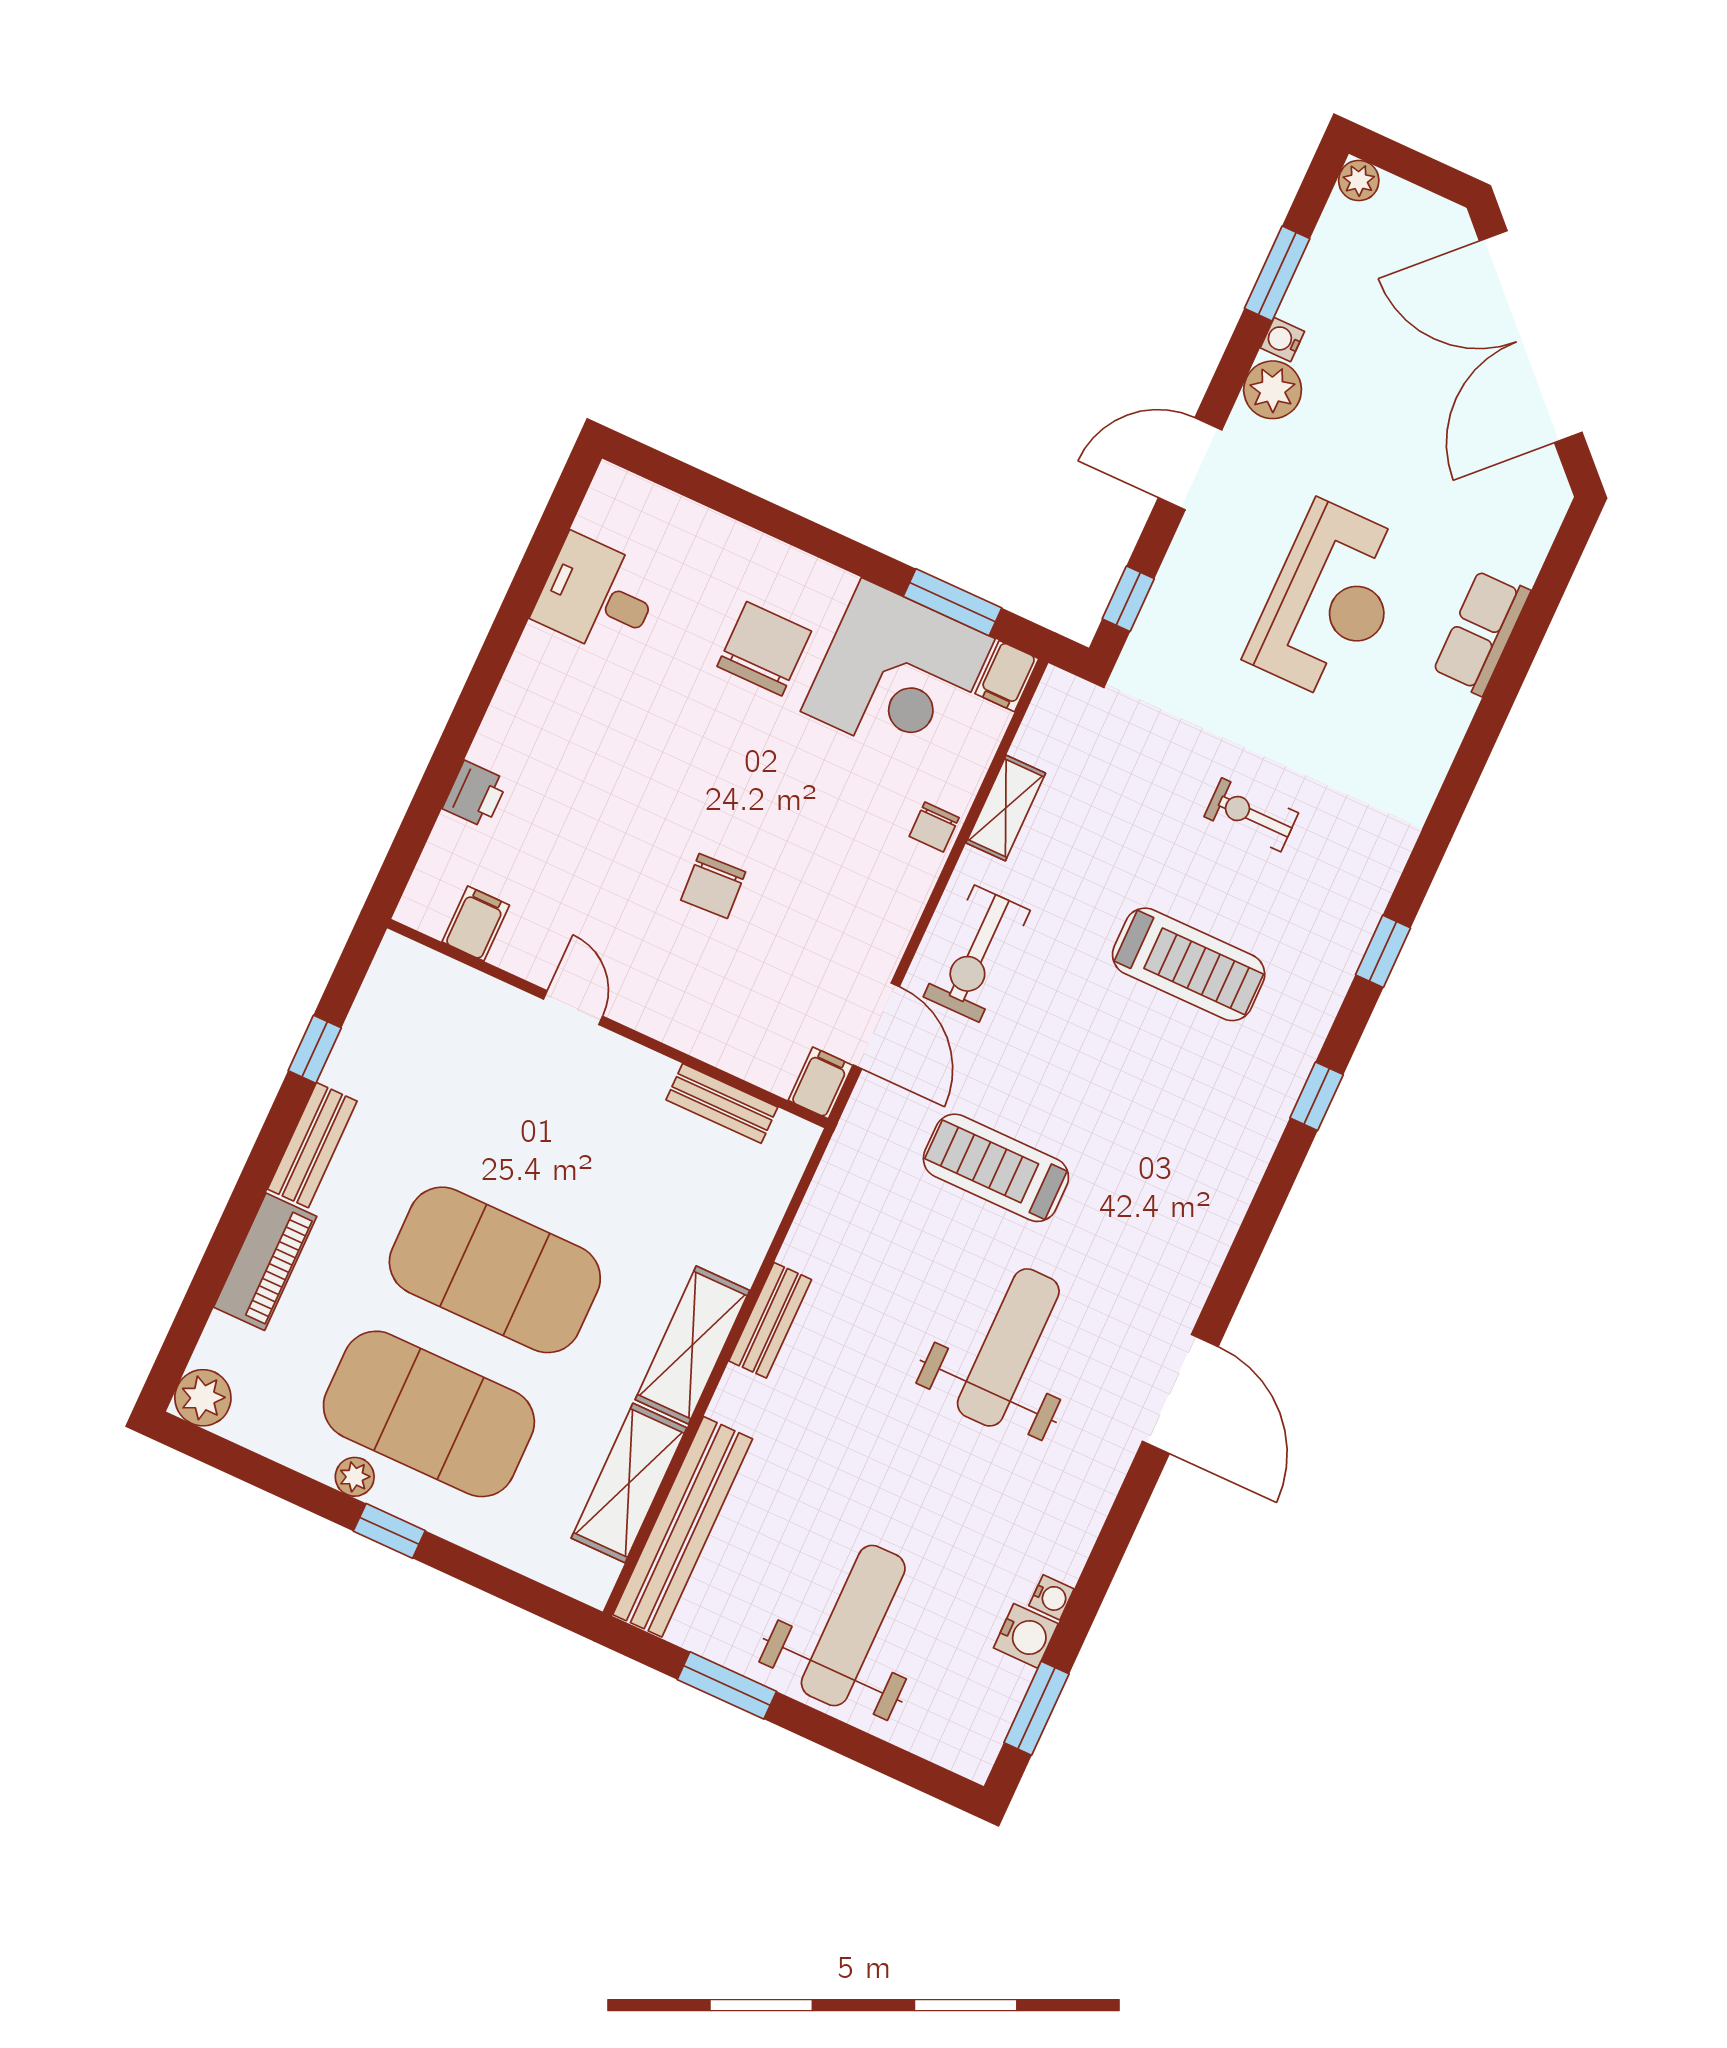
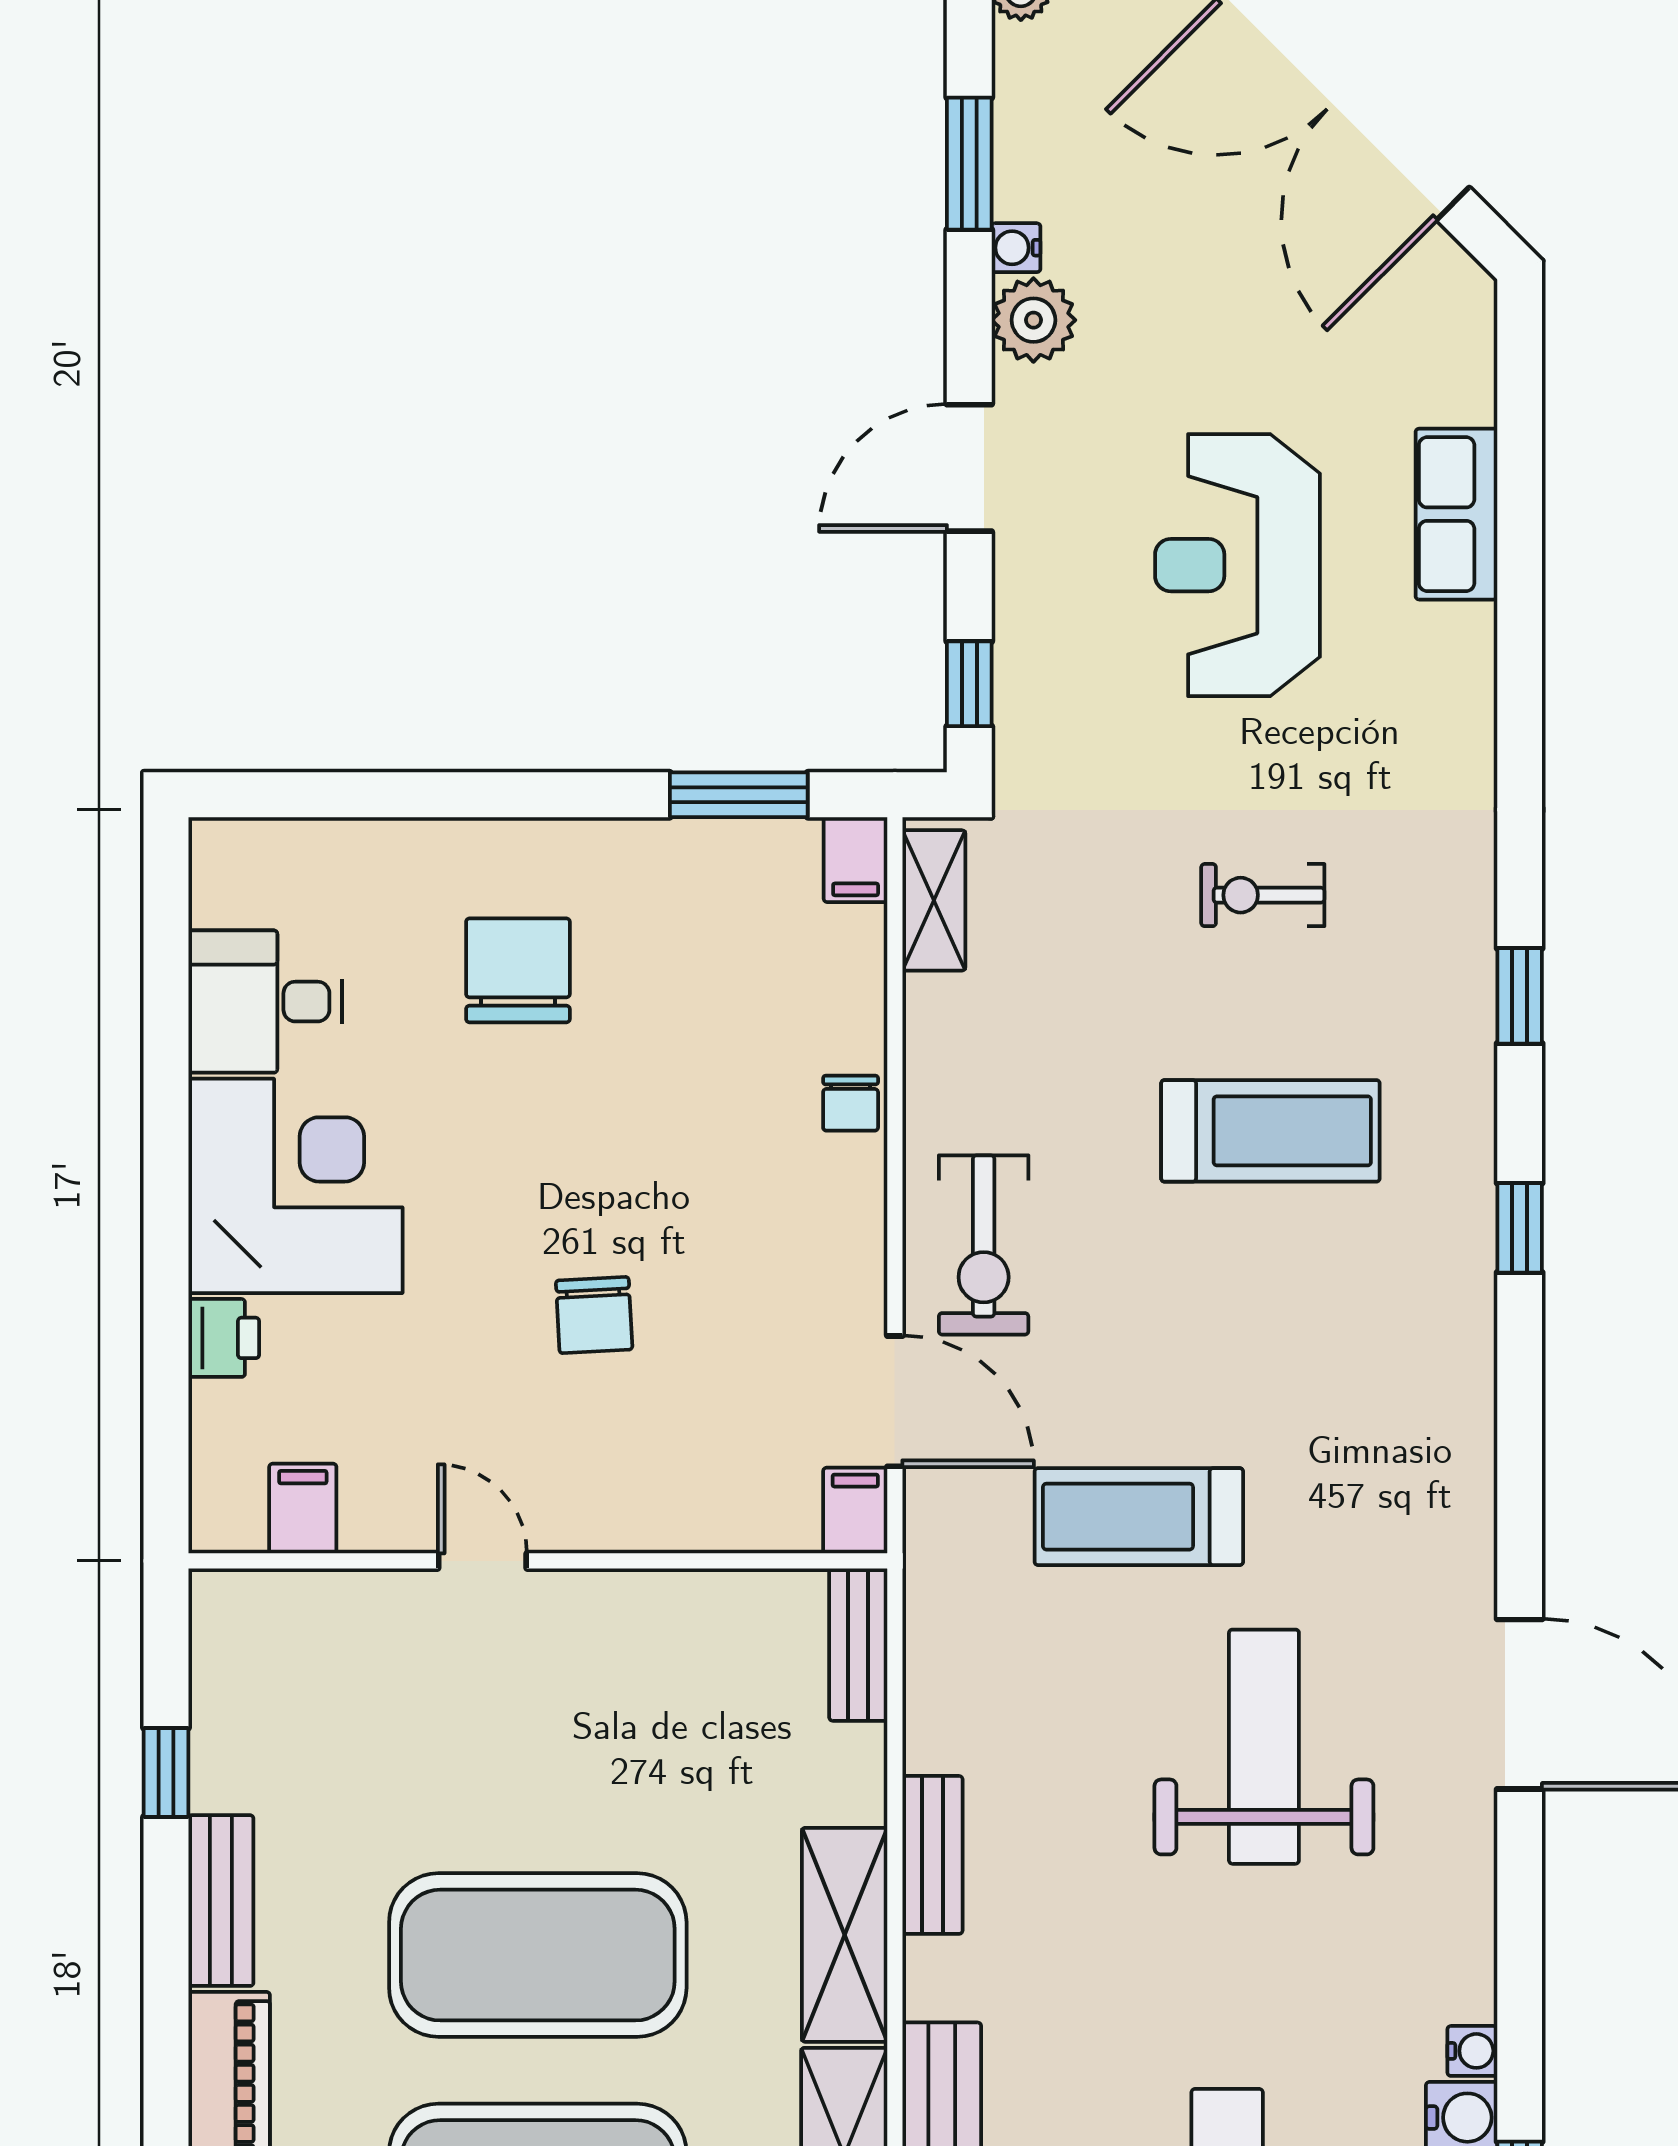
reception desk: (1330, 601) -> (1237, 565), turned 180
corner desk: (898, 675) -> (295, 1186), moved, turned -90
shelving: (1006, 808) -> (934, 900), moved
bench: (722, 1103) -> (858, 1645), moved, turned 90

